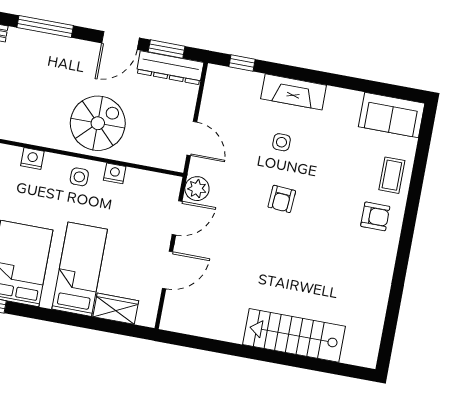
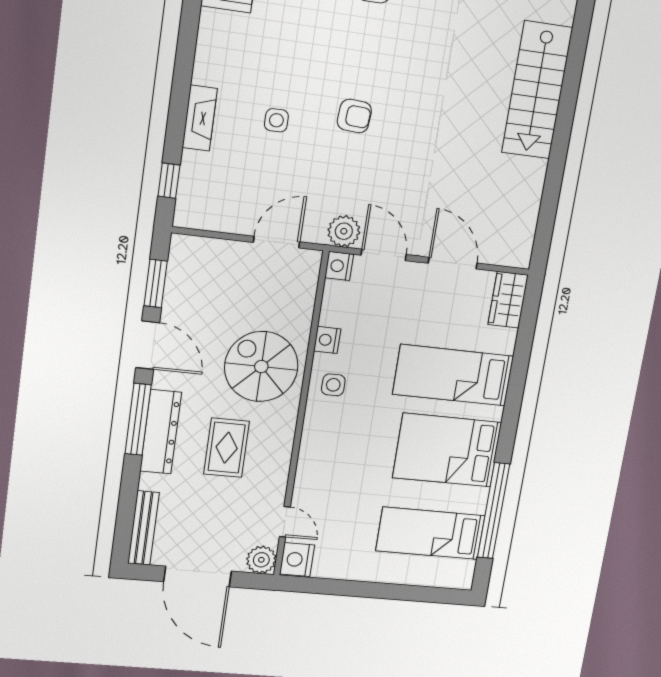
window: (45, 27) -> (138, 419), moved
dresser: (170, 68) -> (161, 432), moved
fireplace: (294, 92) -> (200, 118), width x0.73, depth x0.76
rug: (36, 94) -> (227, 448), added
nightstand: (32, 159) -> (339, 266), moved
wardrobe: (116, 309) -> (508, 300), moved

